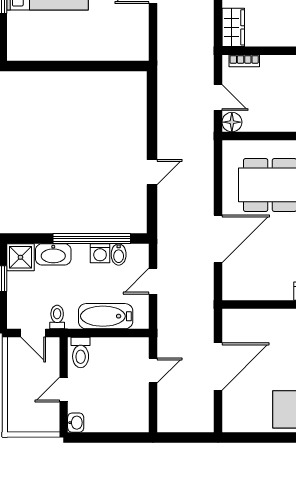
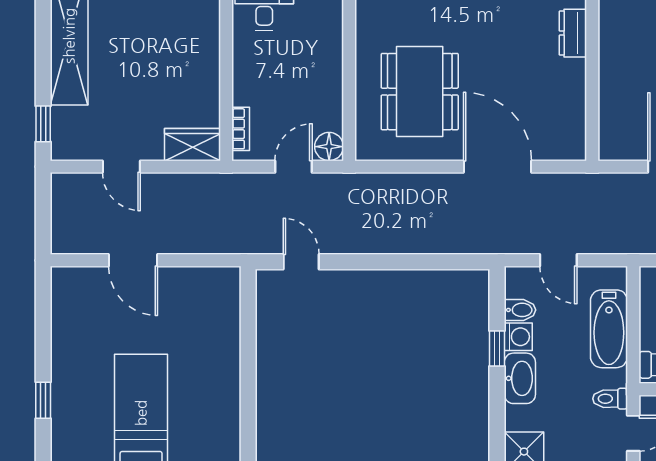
door: (152, 172) -> (301, 262), moved
window: (92, 239) -> (497, 349), width x0.32
washbasin: (53, 254) -> (520, 378), moved

